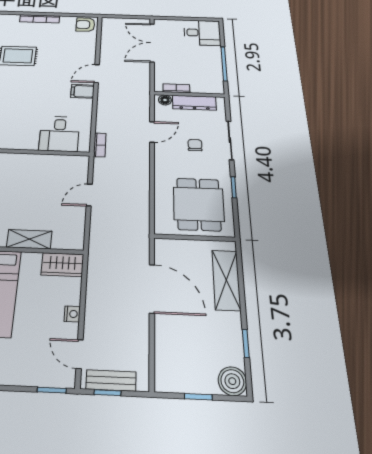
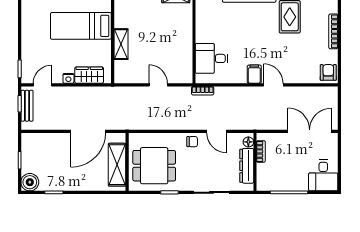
chair: (195, 145) -> (192, 142), moved
wardrobe: (62, 265) -> (89, 75), moved, turned 90
shelving: (226, 280) -> (117, 165), moved, turned 90

